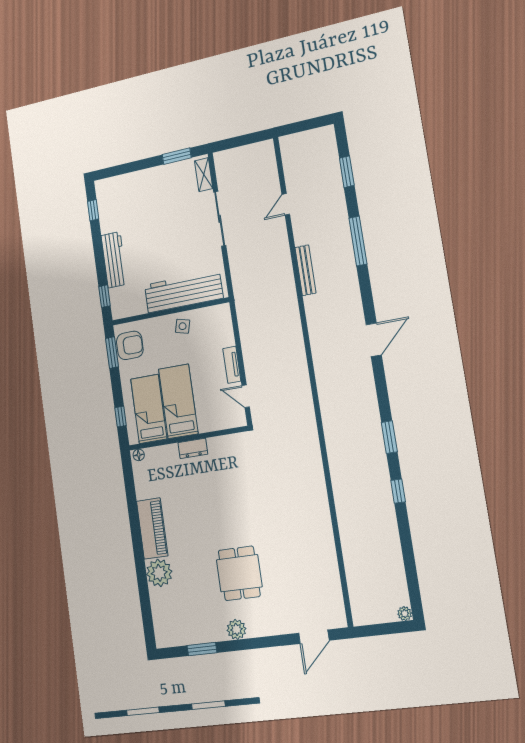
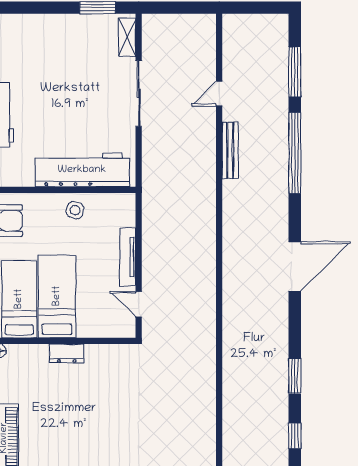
window: (347, 172) -> (295, 72), width x1.44
window: (358, 241) -> (295, 153), width x1.46
bench: (305, 270) -> (230, 150), moved
door: (374, 340) -> (295, 267), width x1.36
tv unit: (232, 365) -> (128, 257), width x1.41

